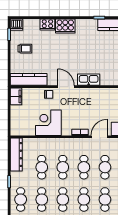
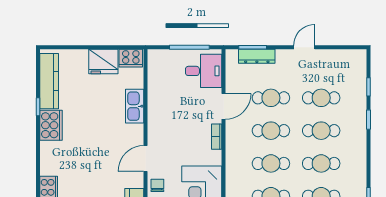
cooker: (65, 26) -> (51, 125), moved
kitchen sink: (89, 80) -> (135, 106), moved
door: (99, 137) -> (224, 106), swing flipped

